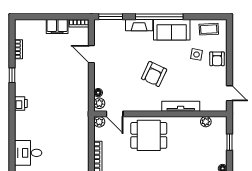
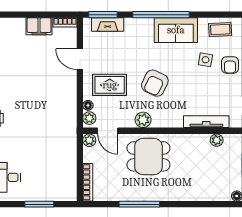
fireplace: (139, 25) -> (108, 25), moved
rug: (116, 75) -> (110, 85), added
plant: (144, 105) -> (143, 120), added
tv unit: (181, 106) -> (206, 122), moved

